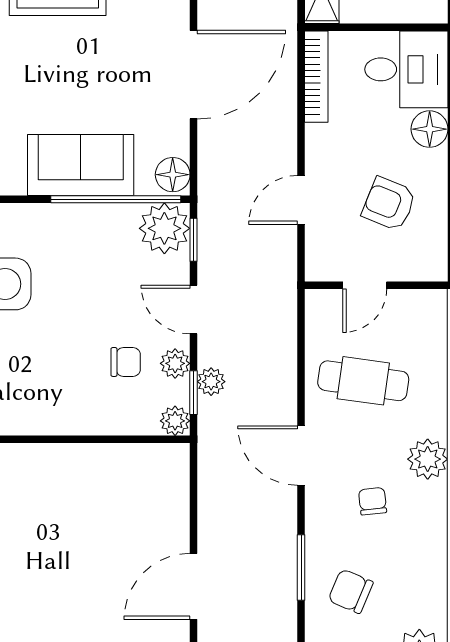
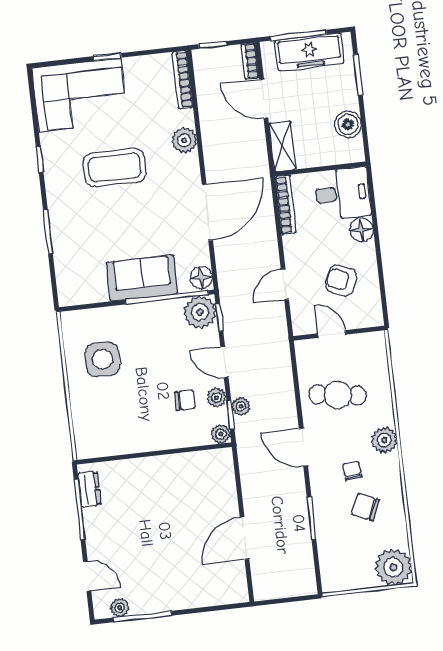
door: (365, 285) -> (332, 334), swing flipped
chair: (351, 591) -> (366, 507), moved

